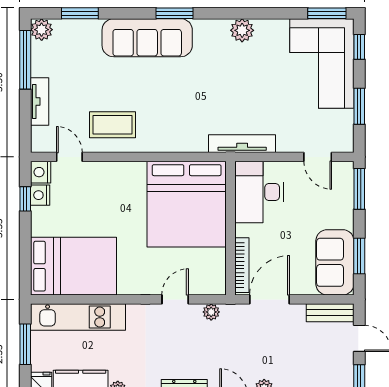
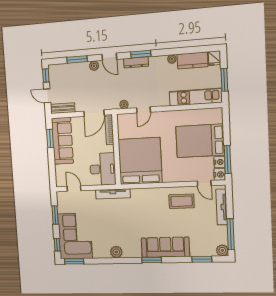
tv unit: (40, 102) -> (222, 207), width x1.41
window: (359, 189) -> (52, 173), removed
window: (25, 199) -> (228, 160), width x2.17
sofa: (335, 262) -> (62, 141), width x1.36
bed: (73, 266) -> (200, 141), moved

